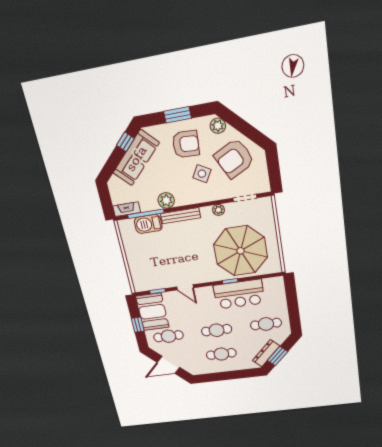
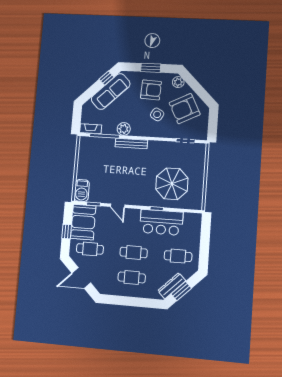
plant: (218, 210) -> (163, 146), removed
barbecue: (148, 224) -> (82, 191), moved, turned -90
parasol: (241, 251) -> (172, 184), width x0.73, depth x0.73

